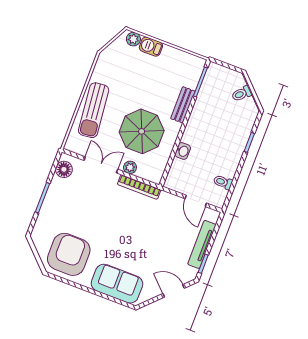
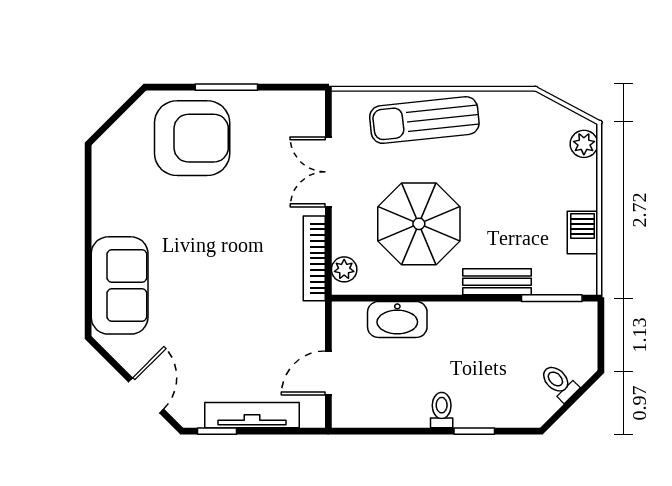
barbecue: (151, 47) -> (582, 232), moved
washbasin: (183, 151) -> (397, 319), width x1.91, depth x1.45
double door: (101, 165) -> (328, 172), swing flipped
plant: (130, 167) -> (344, 269), moved
floor lamp: (64, 169) -> (294, 107), removed
toilet: (223, 182) -> (442, 410), moved
armchair: (69, 254) -> (192, 138), moved

